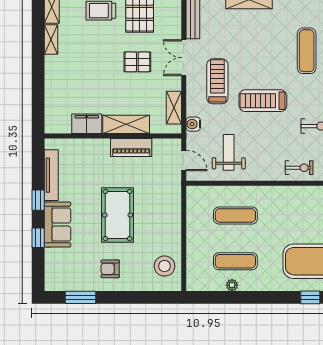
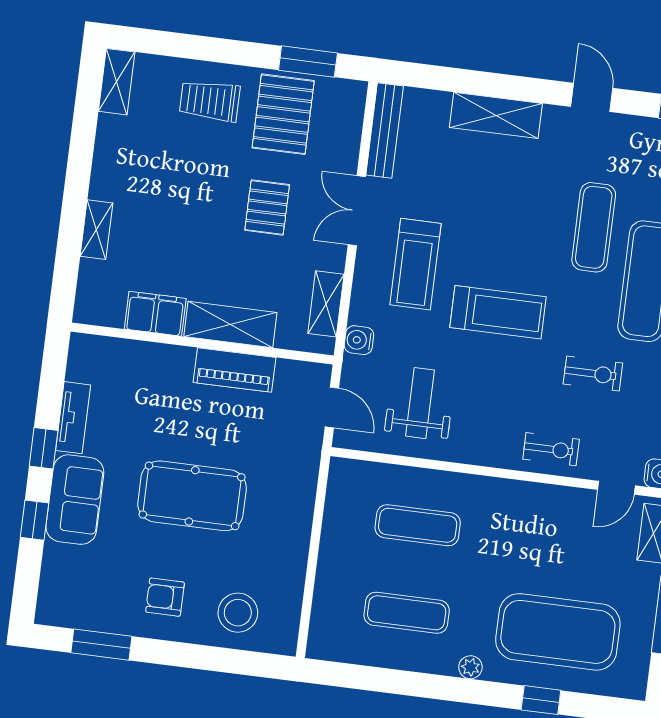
shelving: (51, 40) -> (96, 230), moved
pallet: (137, 62) -> (267, 207), turned 90
treadmill: (217, 81) -> (416, 264), turned 180
treadmill: (263, 101) -> (498, 312), turned 180
tv unit: (51, 175) -> (73, 418), width x0.71
pool table: (118, 215) -> (192, 496), turned 90
stool: (165, 266) -> (238, 613), moved
plant: (232, 285) -> (470, 667), moved

